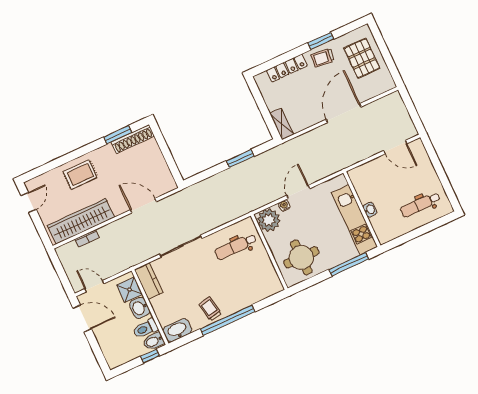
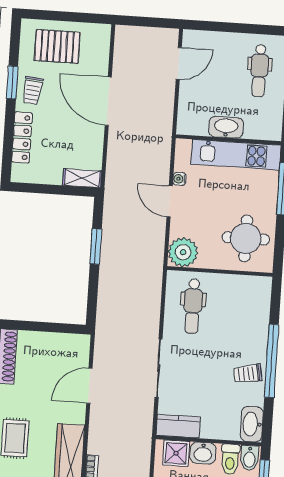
water cooler: (284, 205) -> (179, 179), moved
washbasin: (370, 210) -> (226, 127), width x1.91, depth x1.45

